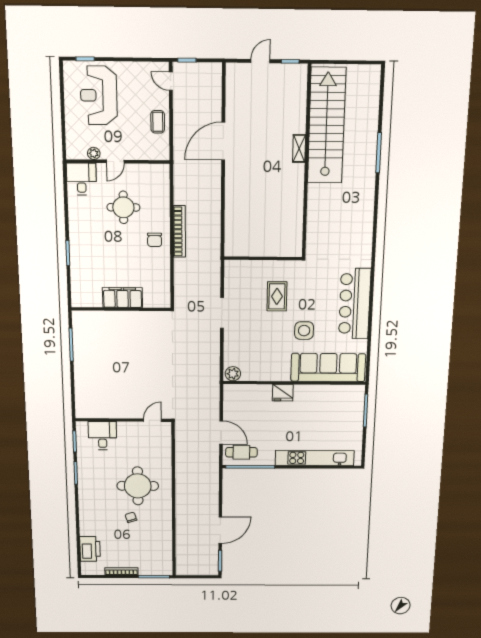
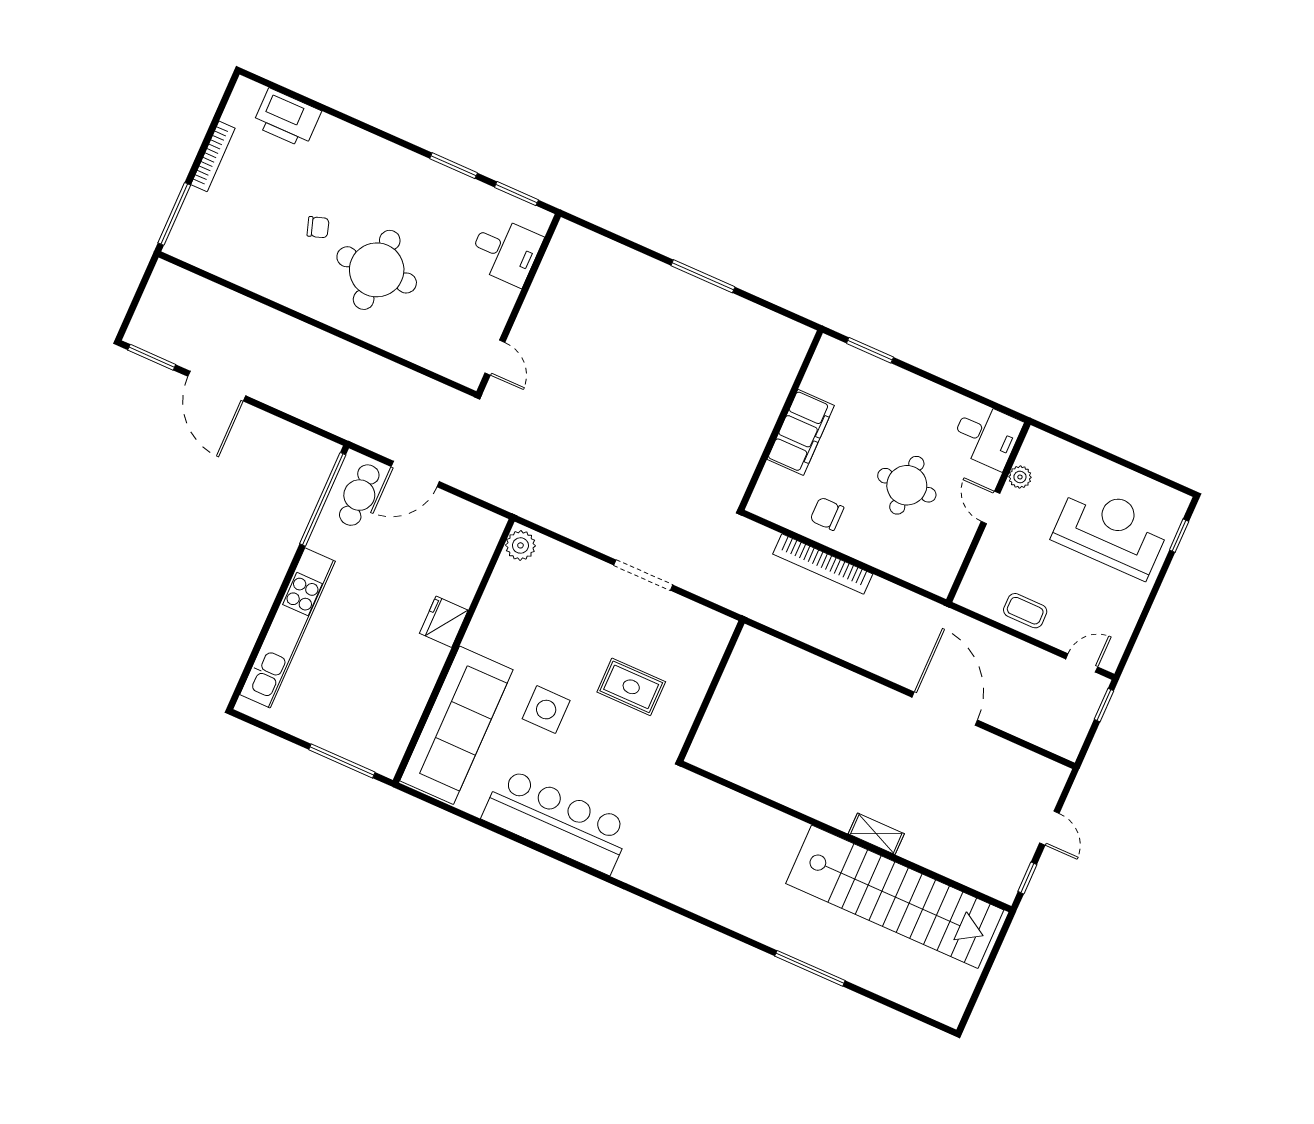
filing cabinet: (122, 298) -> (801, 432), moved
wall: (121, 309) -> (781, 420), moved

